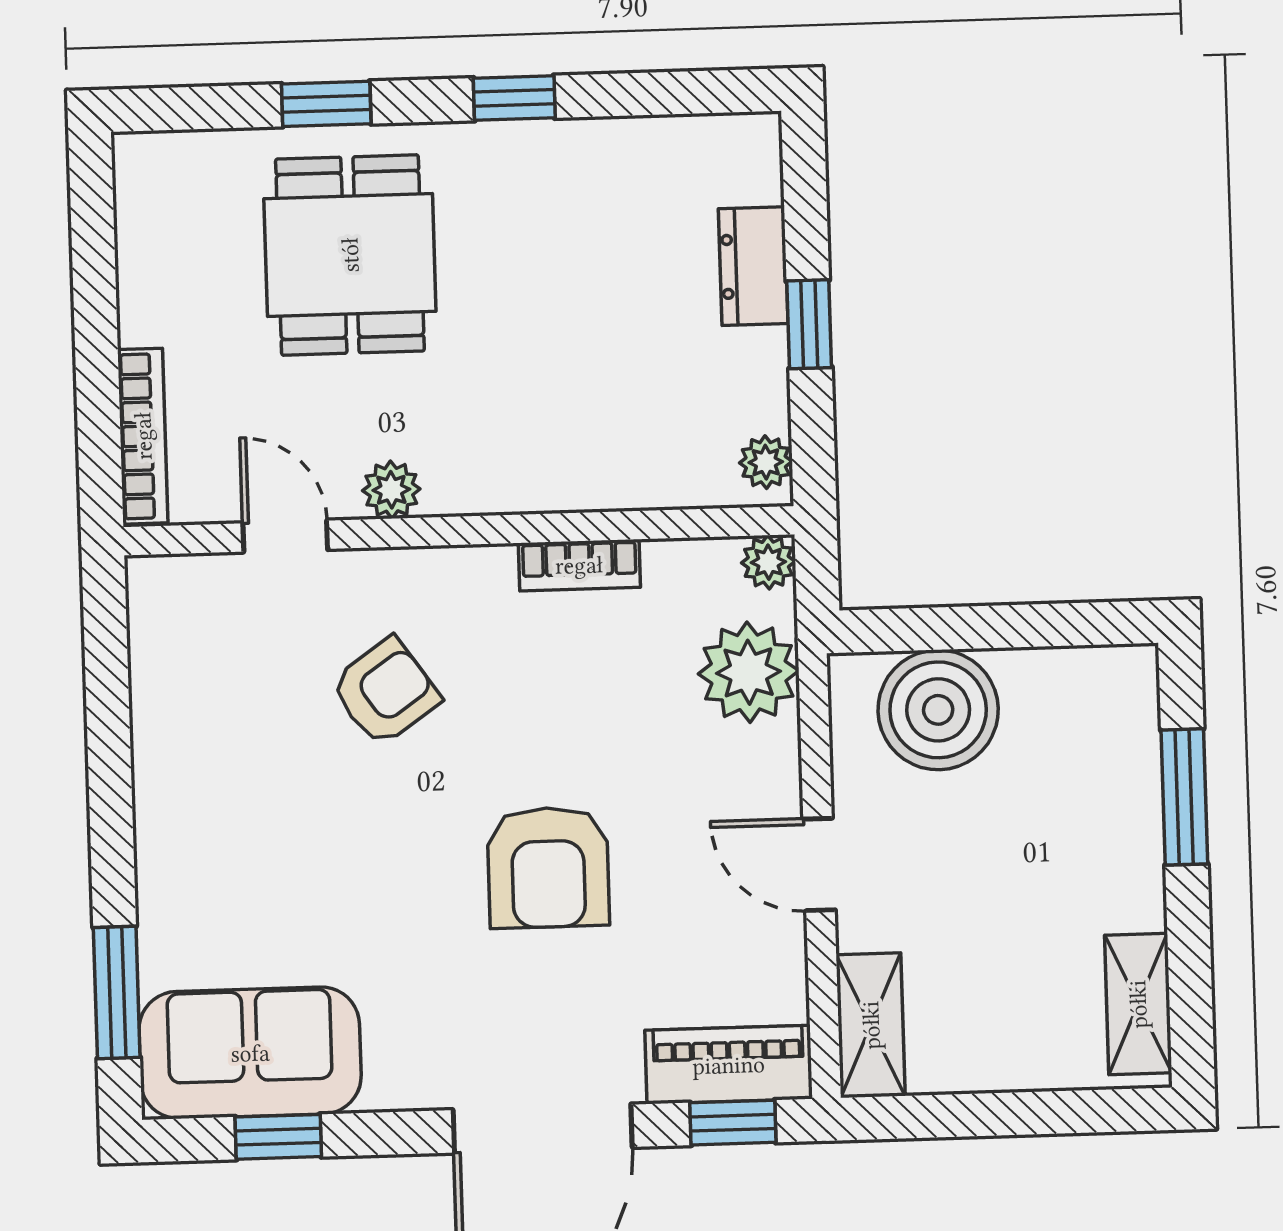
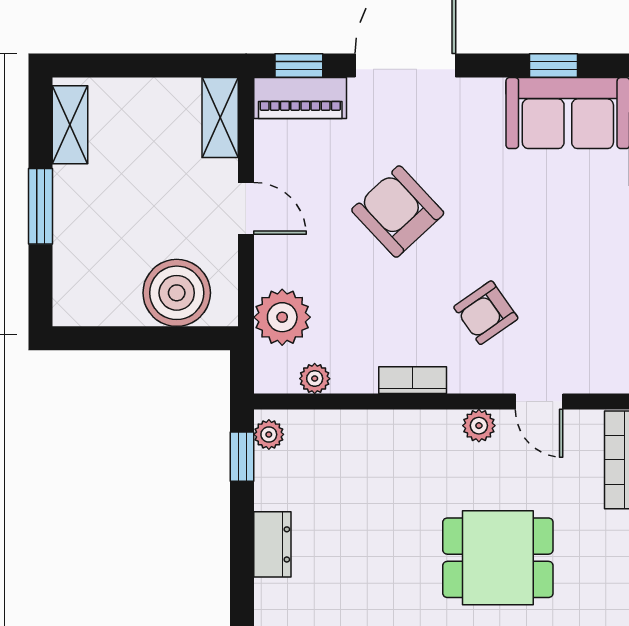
dining table: (350, 255) -> (498, 558), turned 90
window: (809, 324) -> (242, 457), moved
plant: (768, 562) -> (315, 379), moved
bookcase: (579, 565) -> (413, 380), moved
window: (1184, 797) -> (40, 206), moved
armchair: (548, 867) -> (398, 212), turned -43

